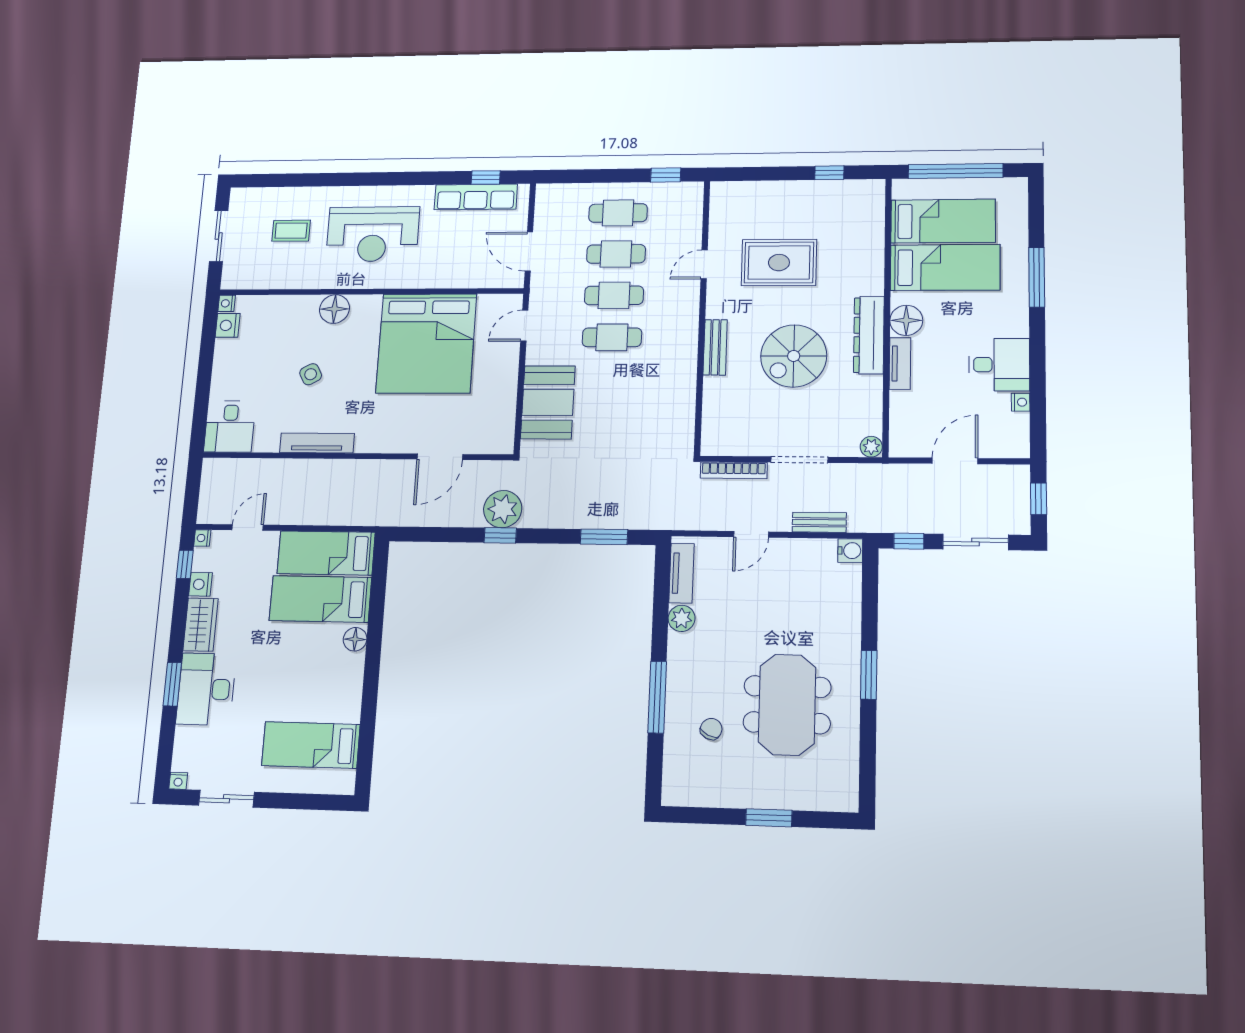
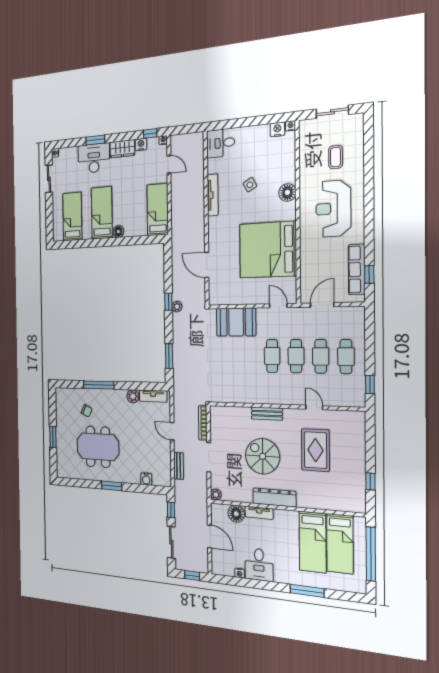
floor lamp: (906, 320) -> (236, 514), moved
plant: (503, 509) -> (177, 307), width x0.53, depth x0.53
water cooler: (850, 551) -> (146, 479), moved
bed: (320, 599) -> (102, 213), moved

